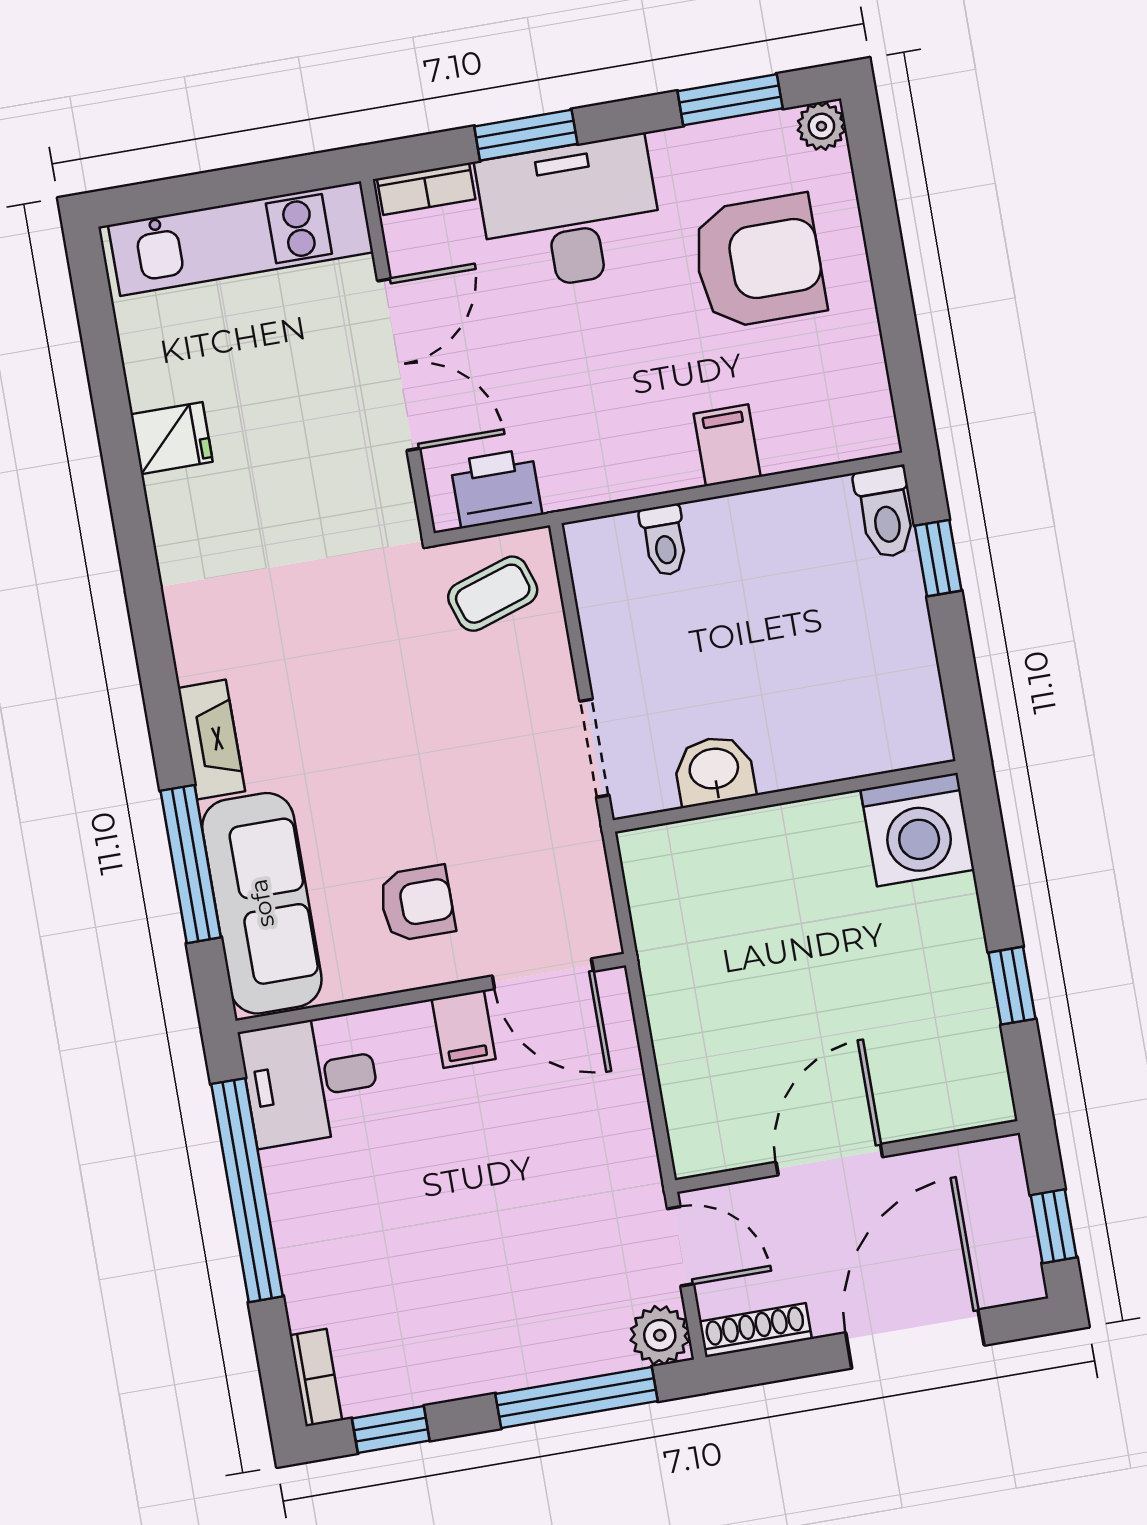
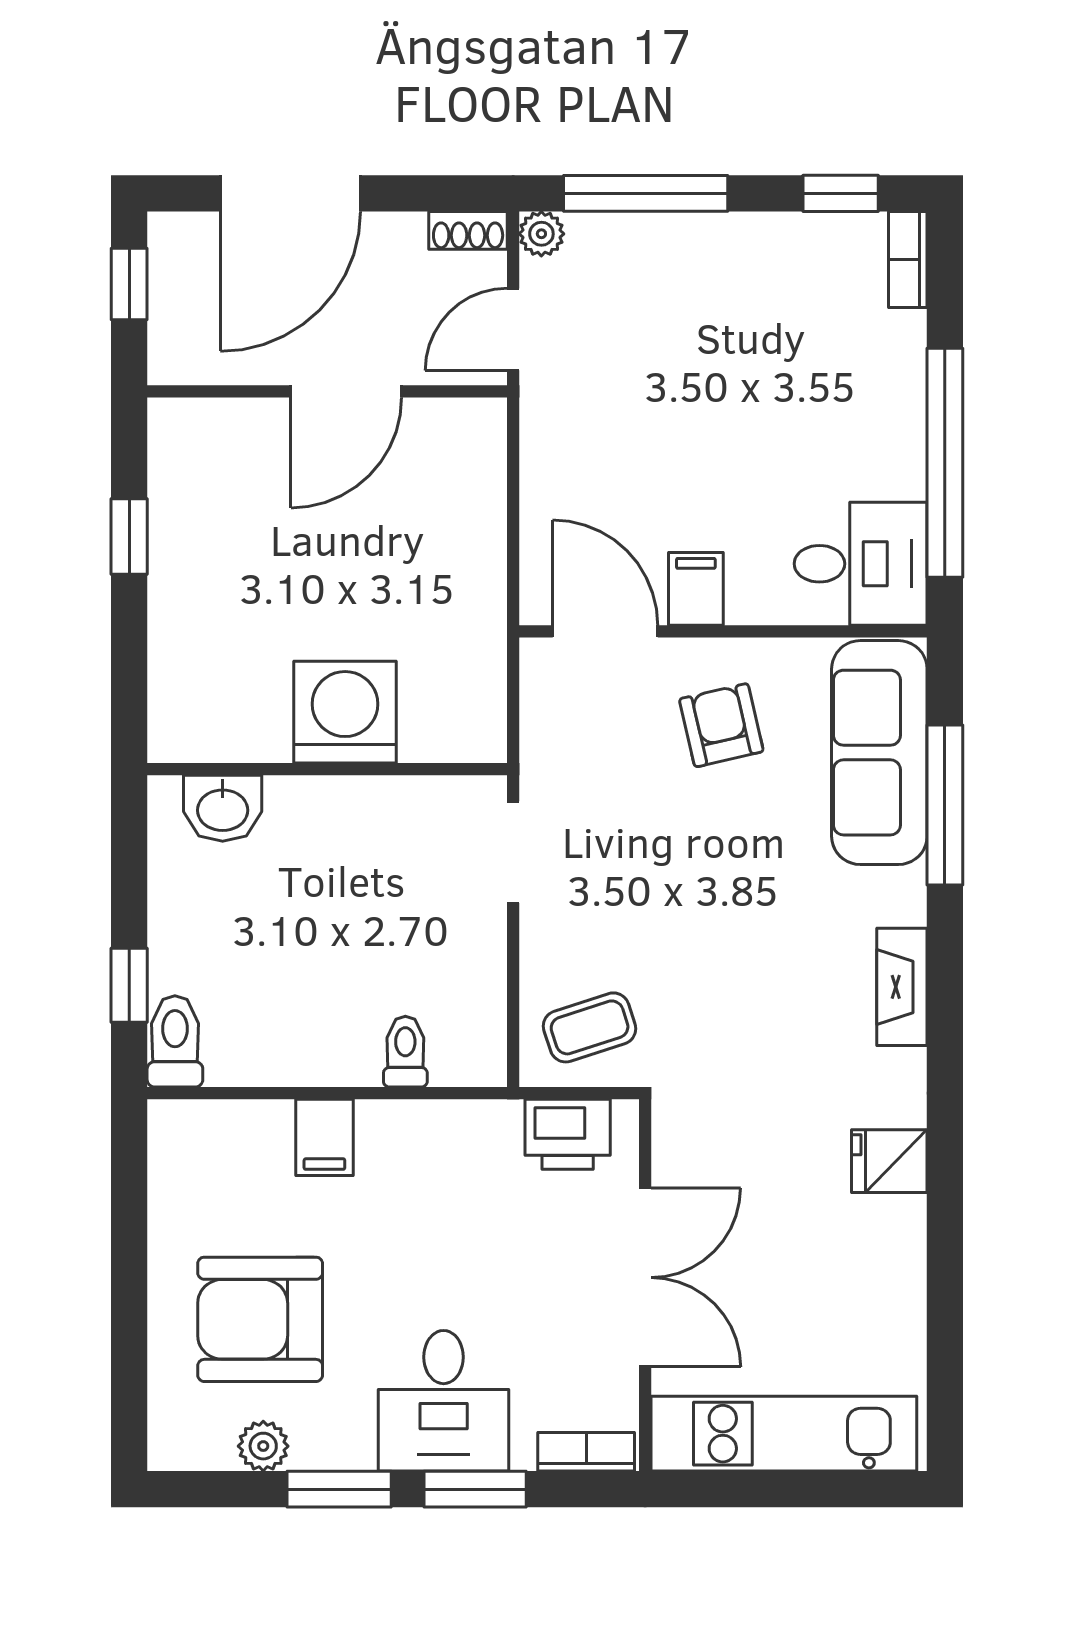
window: (730, 100) -> (339, 1489), moved
plant: (821, 126) -> (263, 1446), moved
desk: (570, 214) -> (444, 1401), width x0.73
double door: (399, 365) -> (645, 1277), swing flipped
fridge: (172, 438) -> (889, 1161), moved
fireplace: (211, 740) -> (902, 987), moved
washbasin: (714, 770) -> (223, 808), moved
washing machine: (917, 830) -> (345, 712), moved
armchair: (417, 903) -> (721, 725), turned 77
door: (680, 1246) -> (513, 329), hinge flipped
shoe rack: (756, 1330) -> (468, 230), width x0.70
plant: (660, 1335) -> (541, 234), width x0.73, depth x0.73

